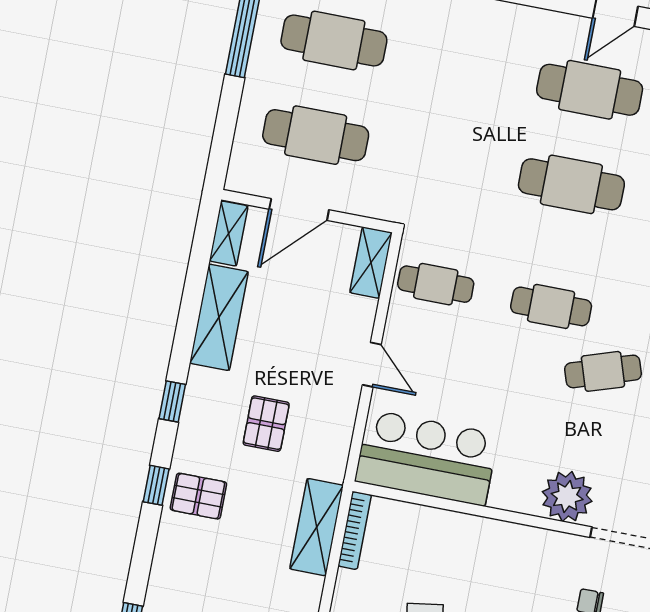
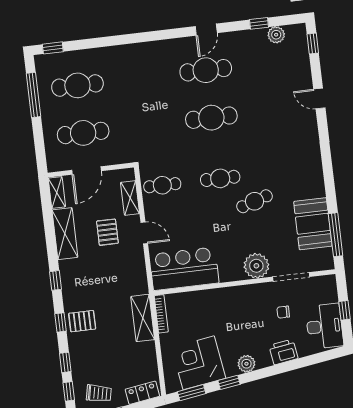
shelving: (371, 263) -> (130, 198), moved
pallet: (266, 424) -> (107, 232), moved
window: (141, 565) -> (65, 362), added

